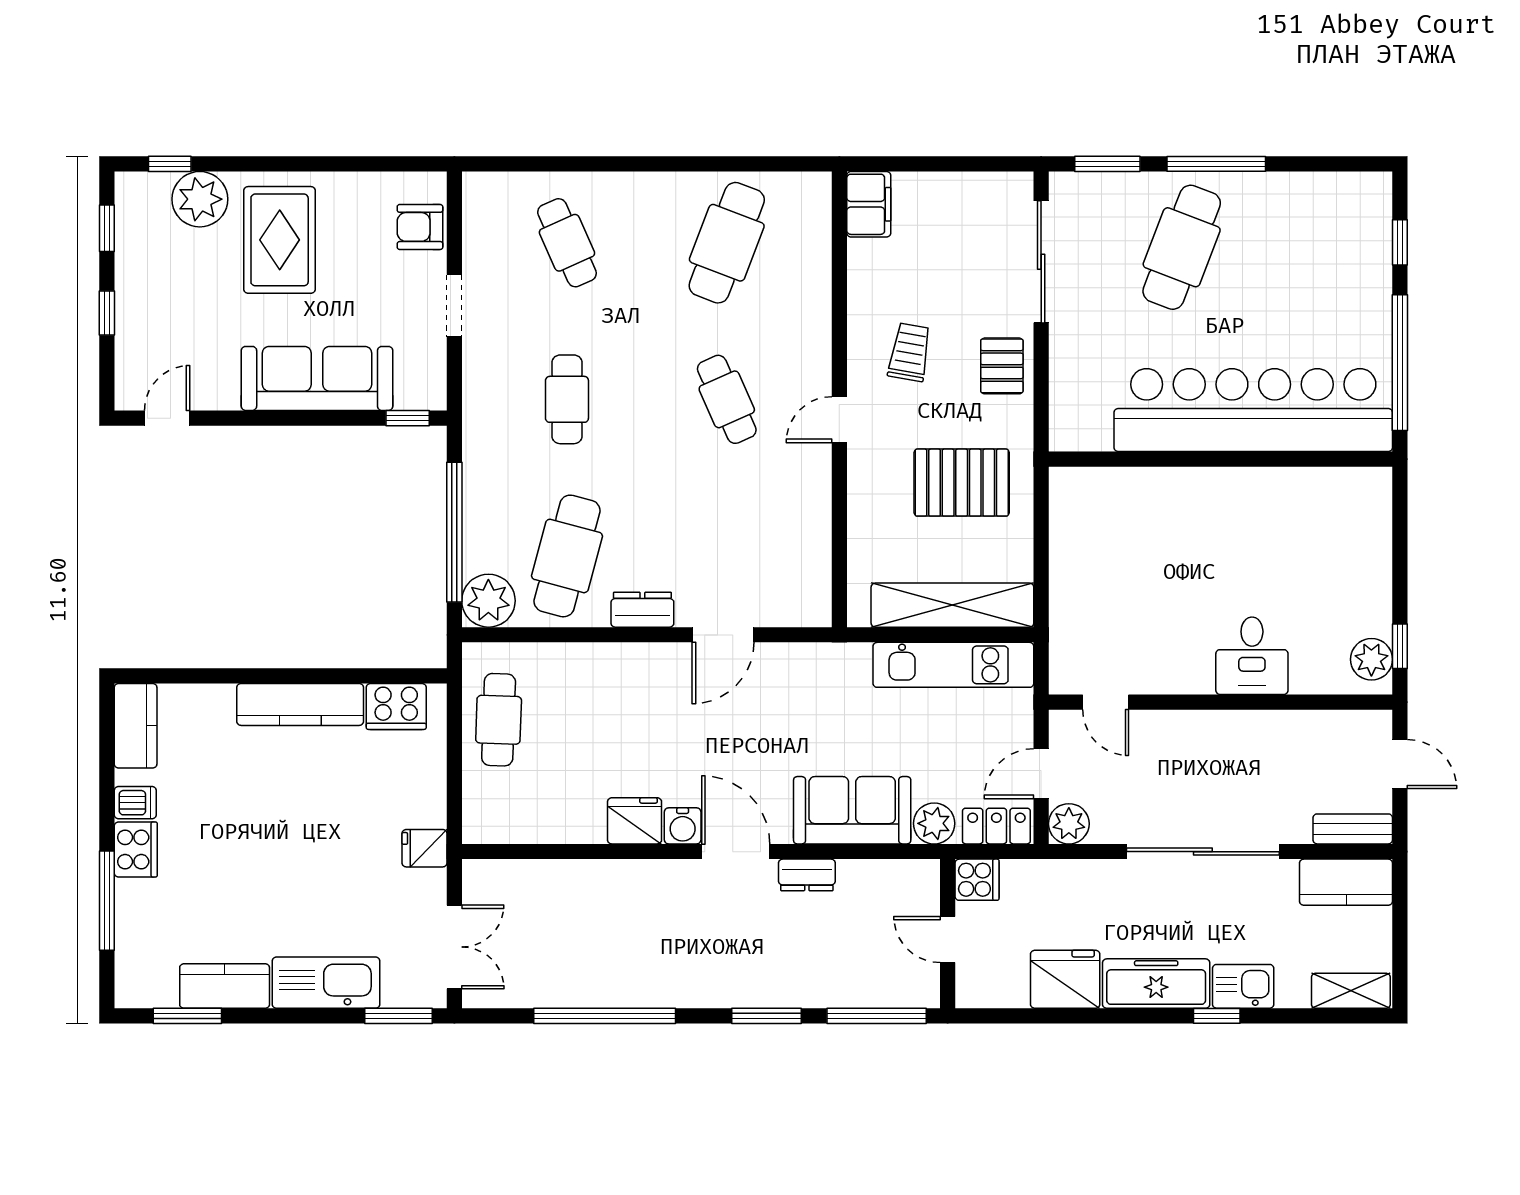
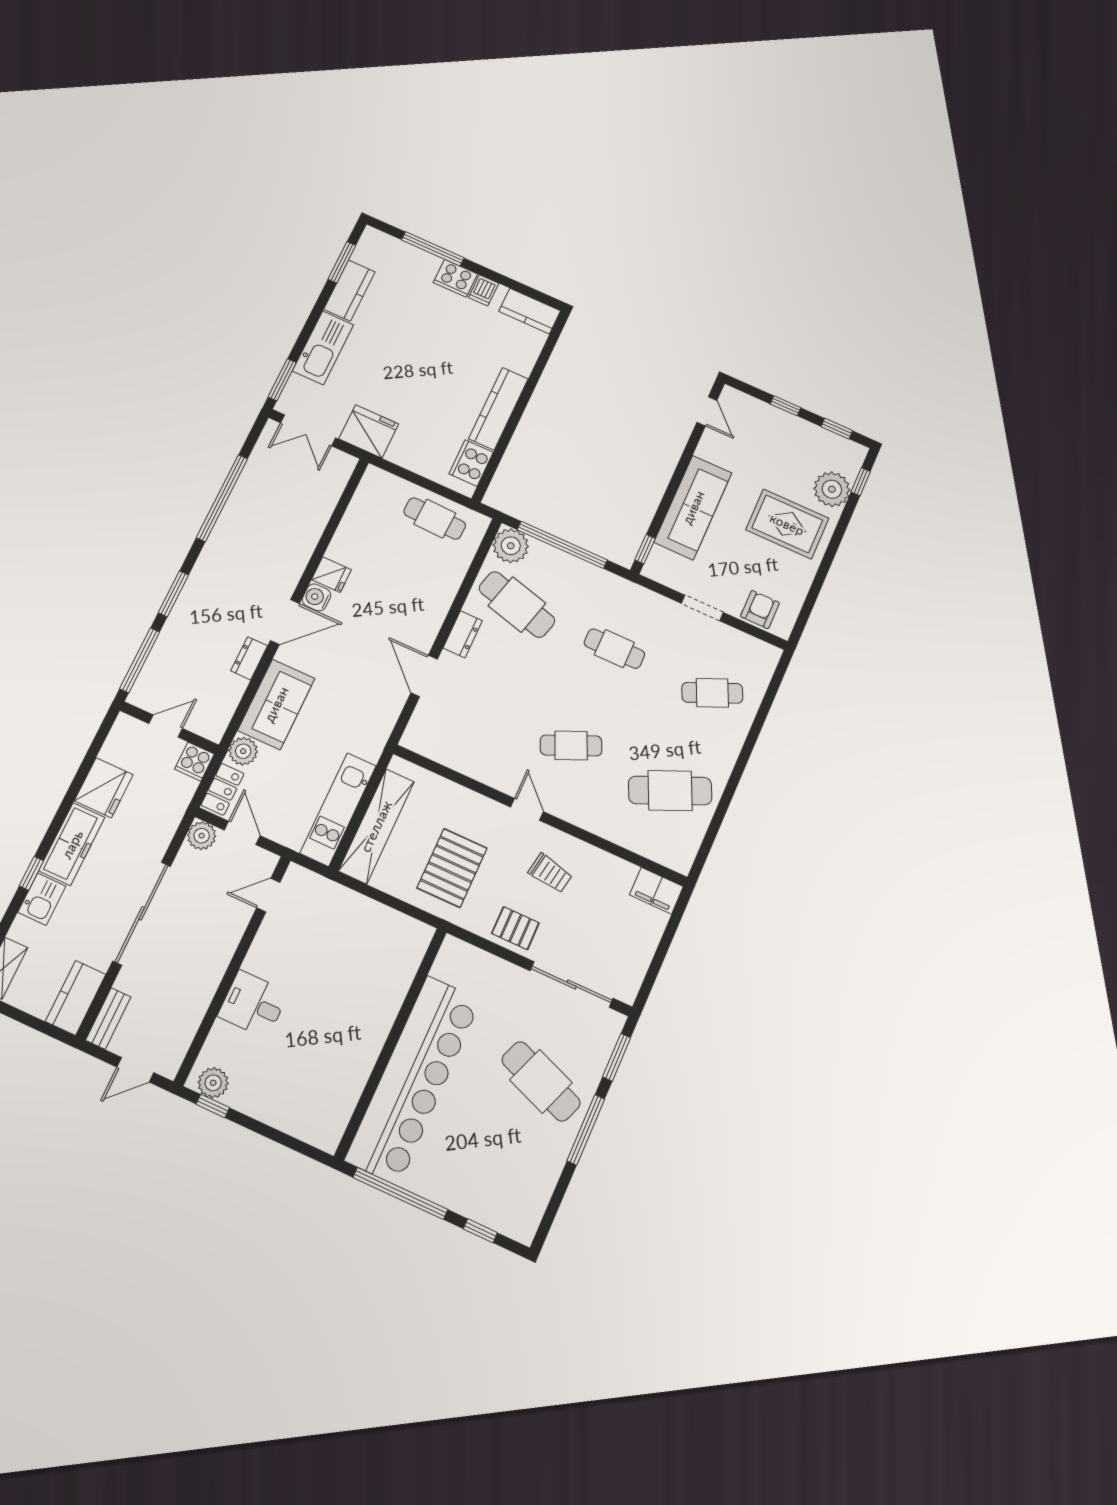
cafe table: (727, 243) -> (670, 791), turned -45
fridge: (635, 821) -> (331, 575), width x0.72
fridge: (425, 848) -> (369, 431), width x1.88, depth x1.34

